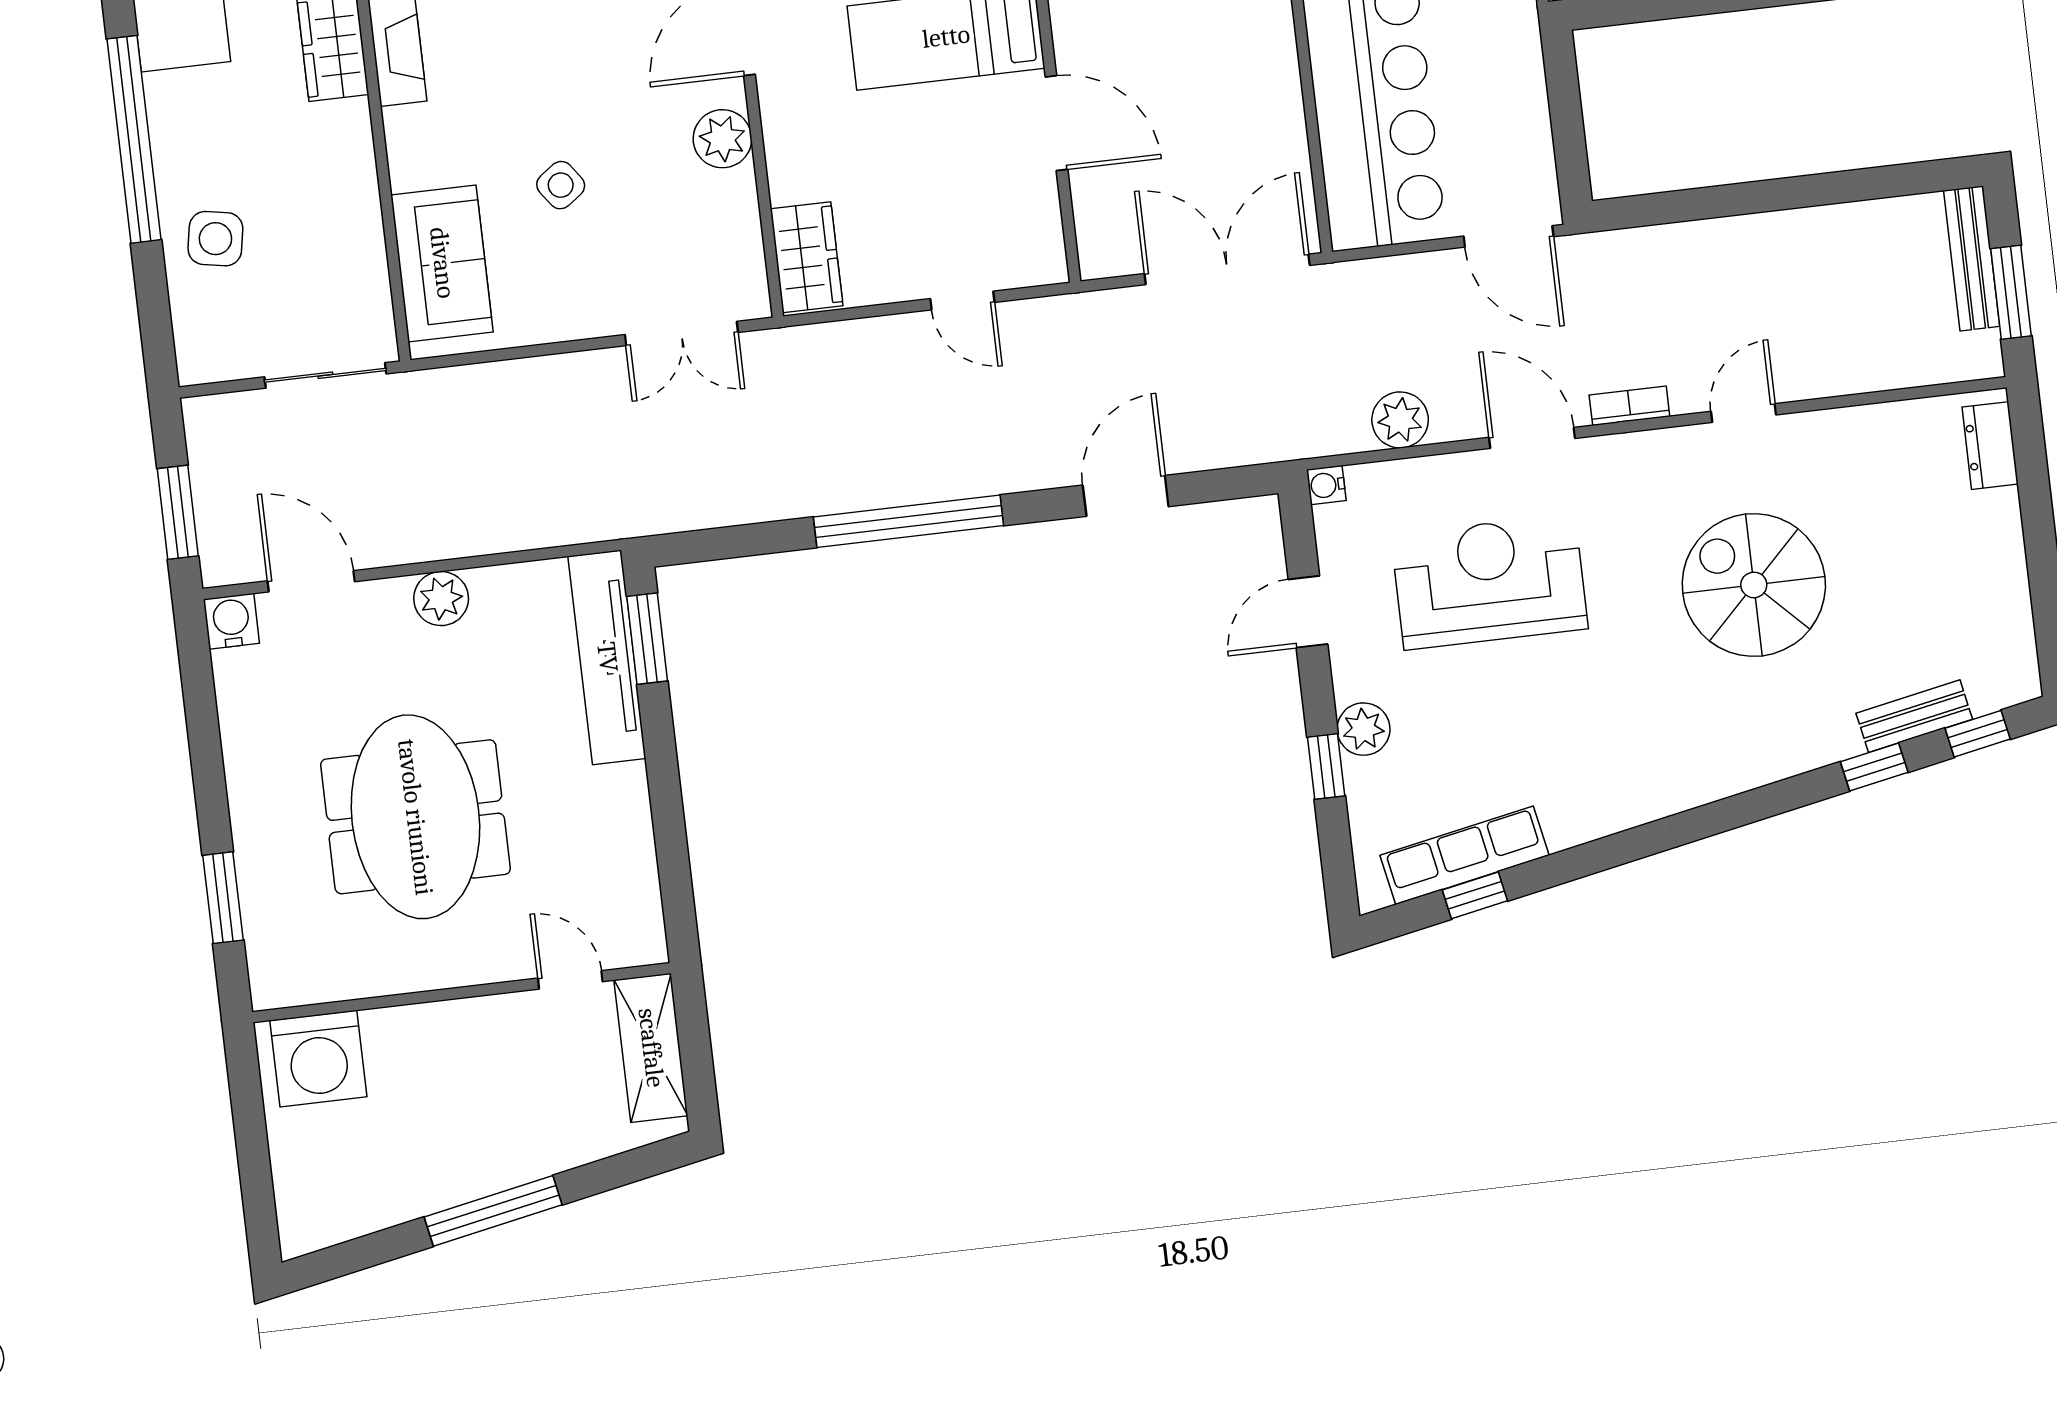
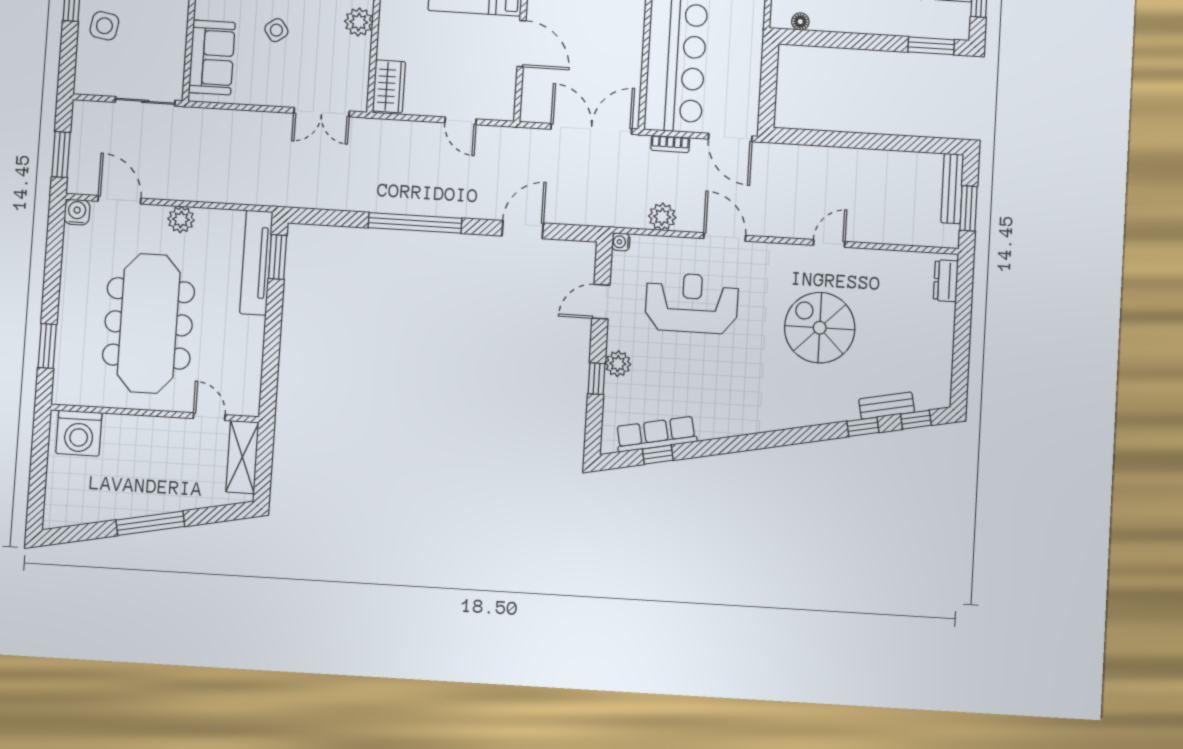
bookcase: (1629, 406) -> (670, 144), moved, turned 180
meeting table: (415, 817) -> (149, 323), width x1.36

